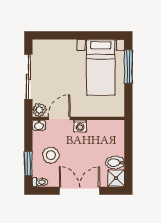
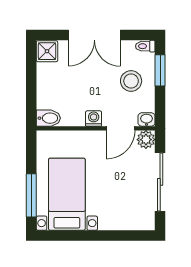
bidet: (115, 163) -> (48, 118), moved

